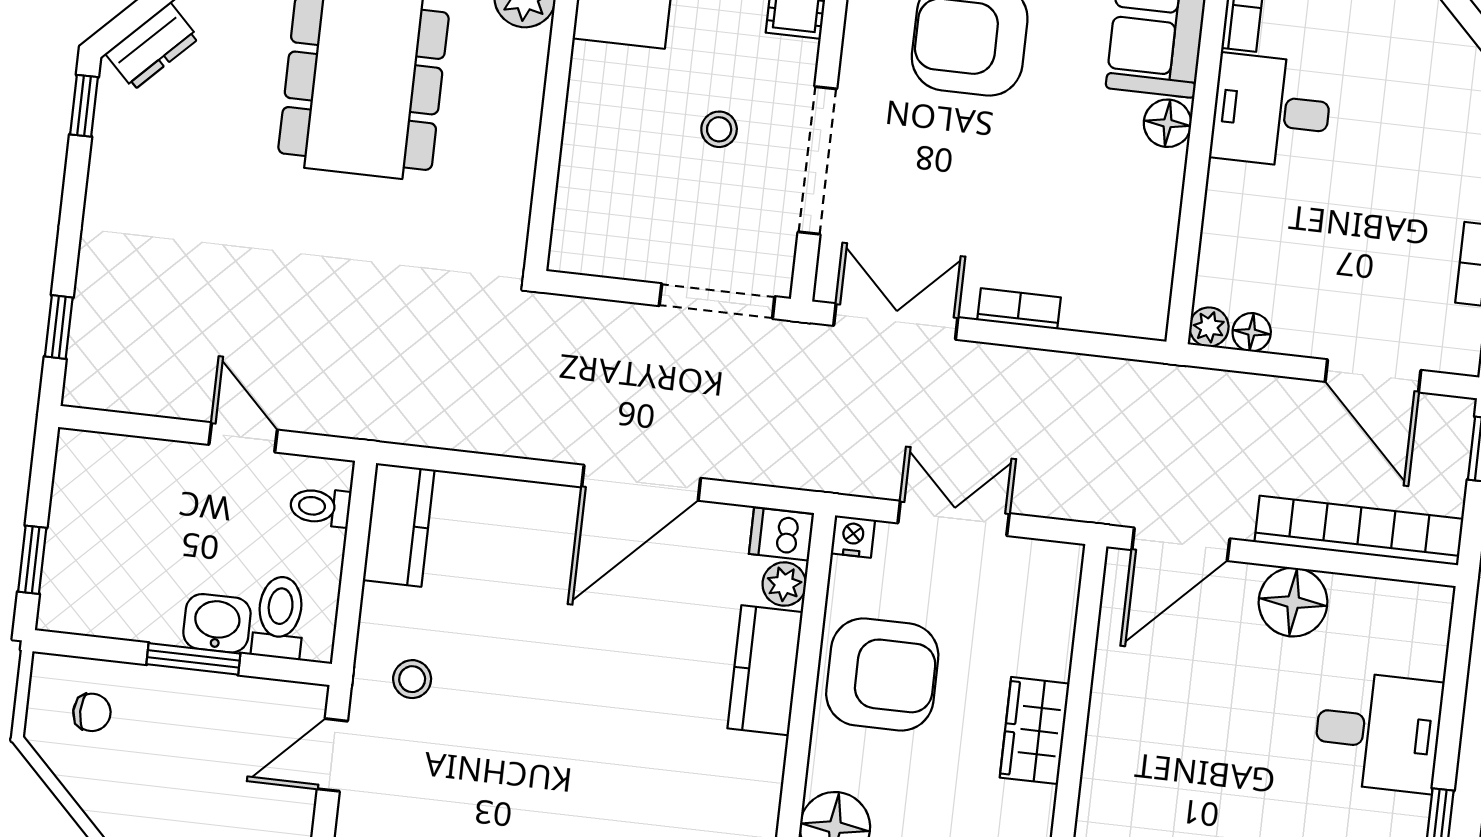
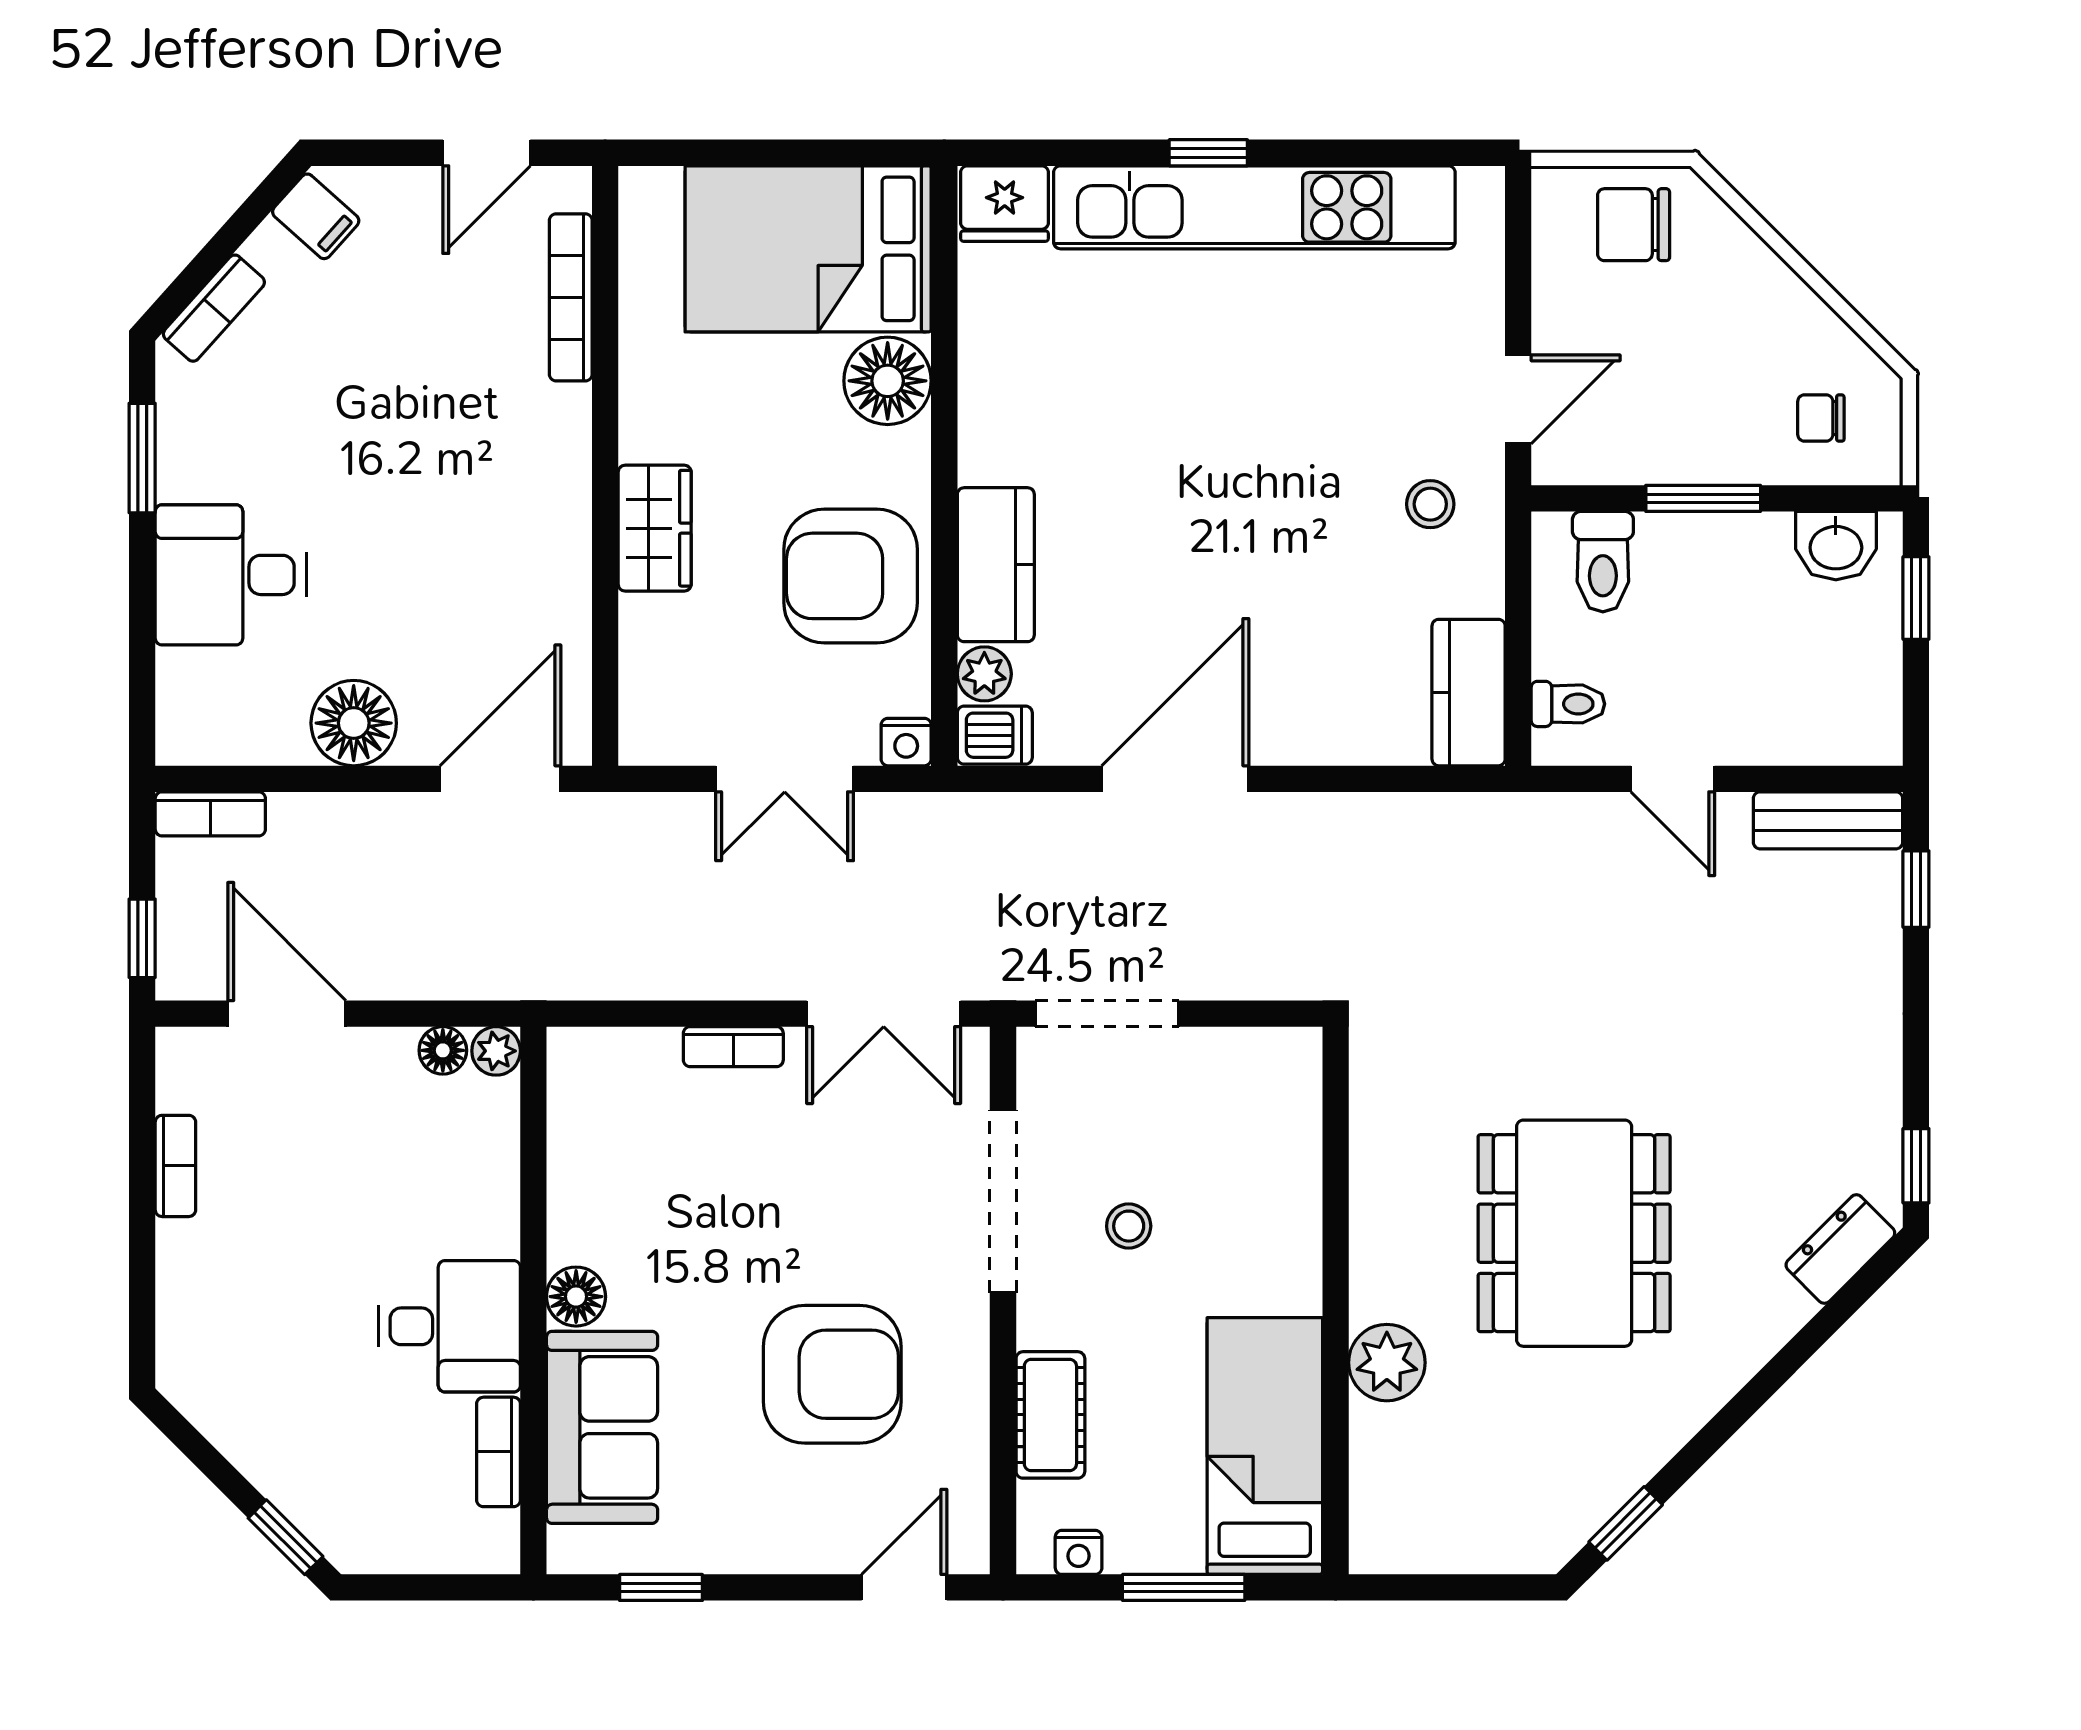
bench: (123, 390) -> (1828, 820), added
bookcase: (1359, 530) -> (210, 814), width x0.43, depth x0.76
washbasin: (217, 623) -> (1836, 546), moved

